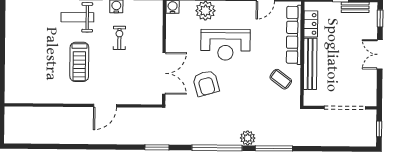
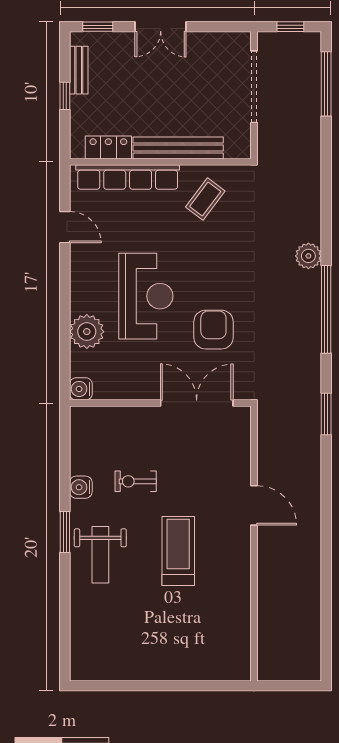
treadmill: (79, 62) -> (178, 551), turned -90
armchair: (206, 83) -> (213, 330), turned -74
window: (274, 148) -> (326, 84), moved

